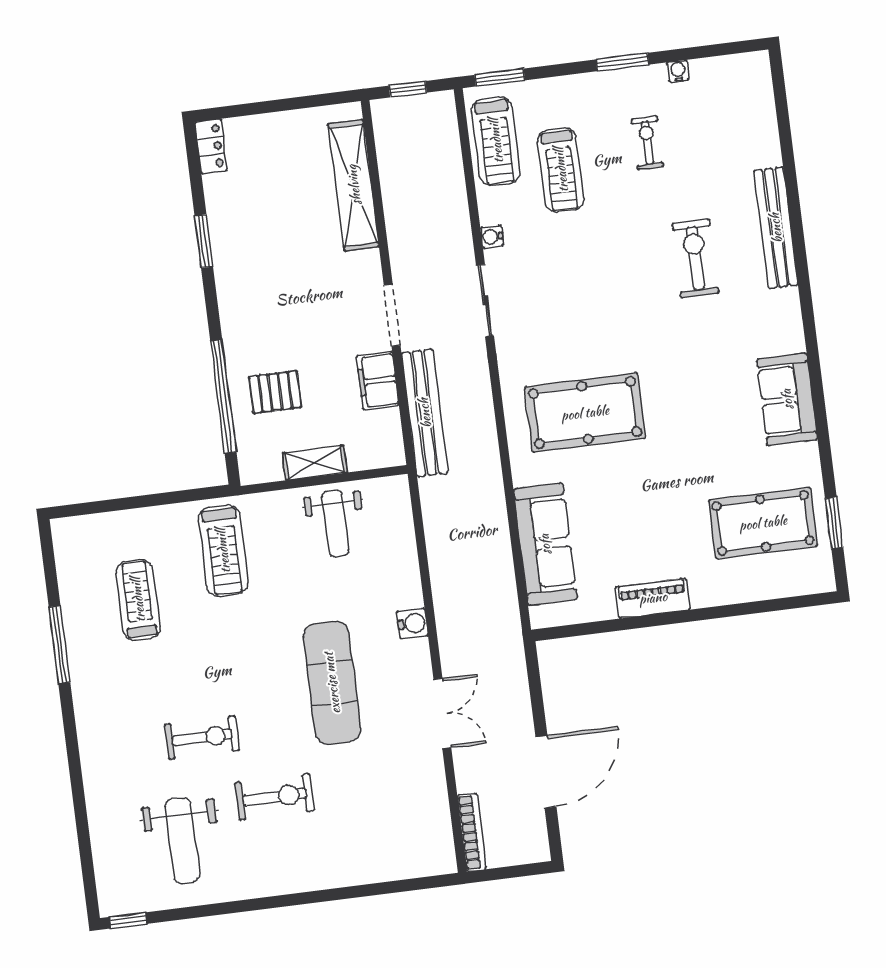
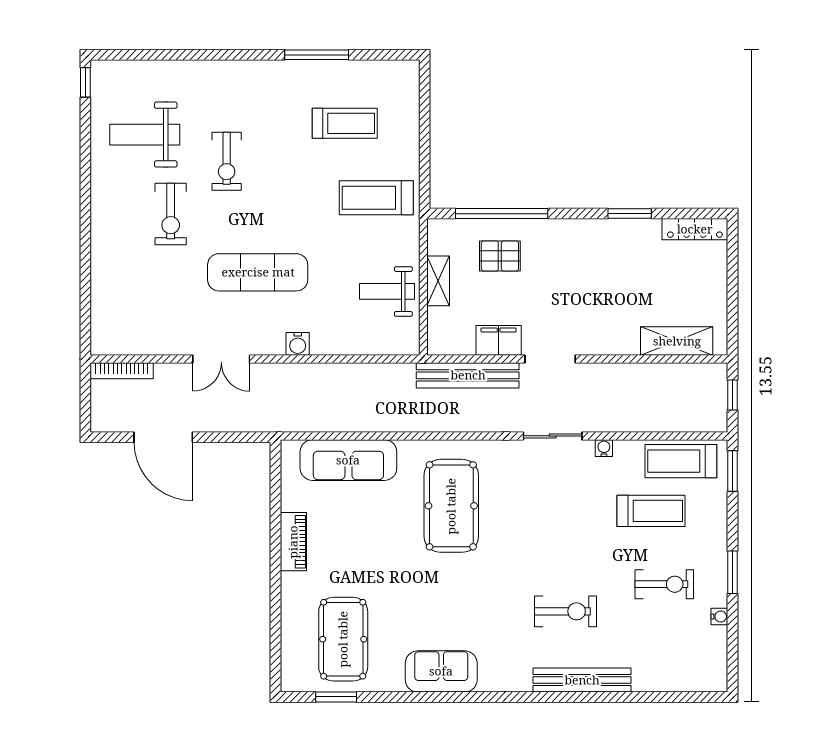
exercise bike: (647, 143) -> (664, 584), width x1.38, depth x1.39
locker: (211, 146) -> (695, 229), width x1.53
treadmill: (561, 170) -> (651, 511), turned 180
shelving: (354, 185) -> (677, 341), width x0.68
pallet: (275, 392) -> (500, 256), turned 90

